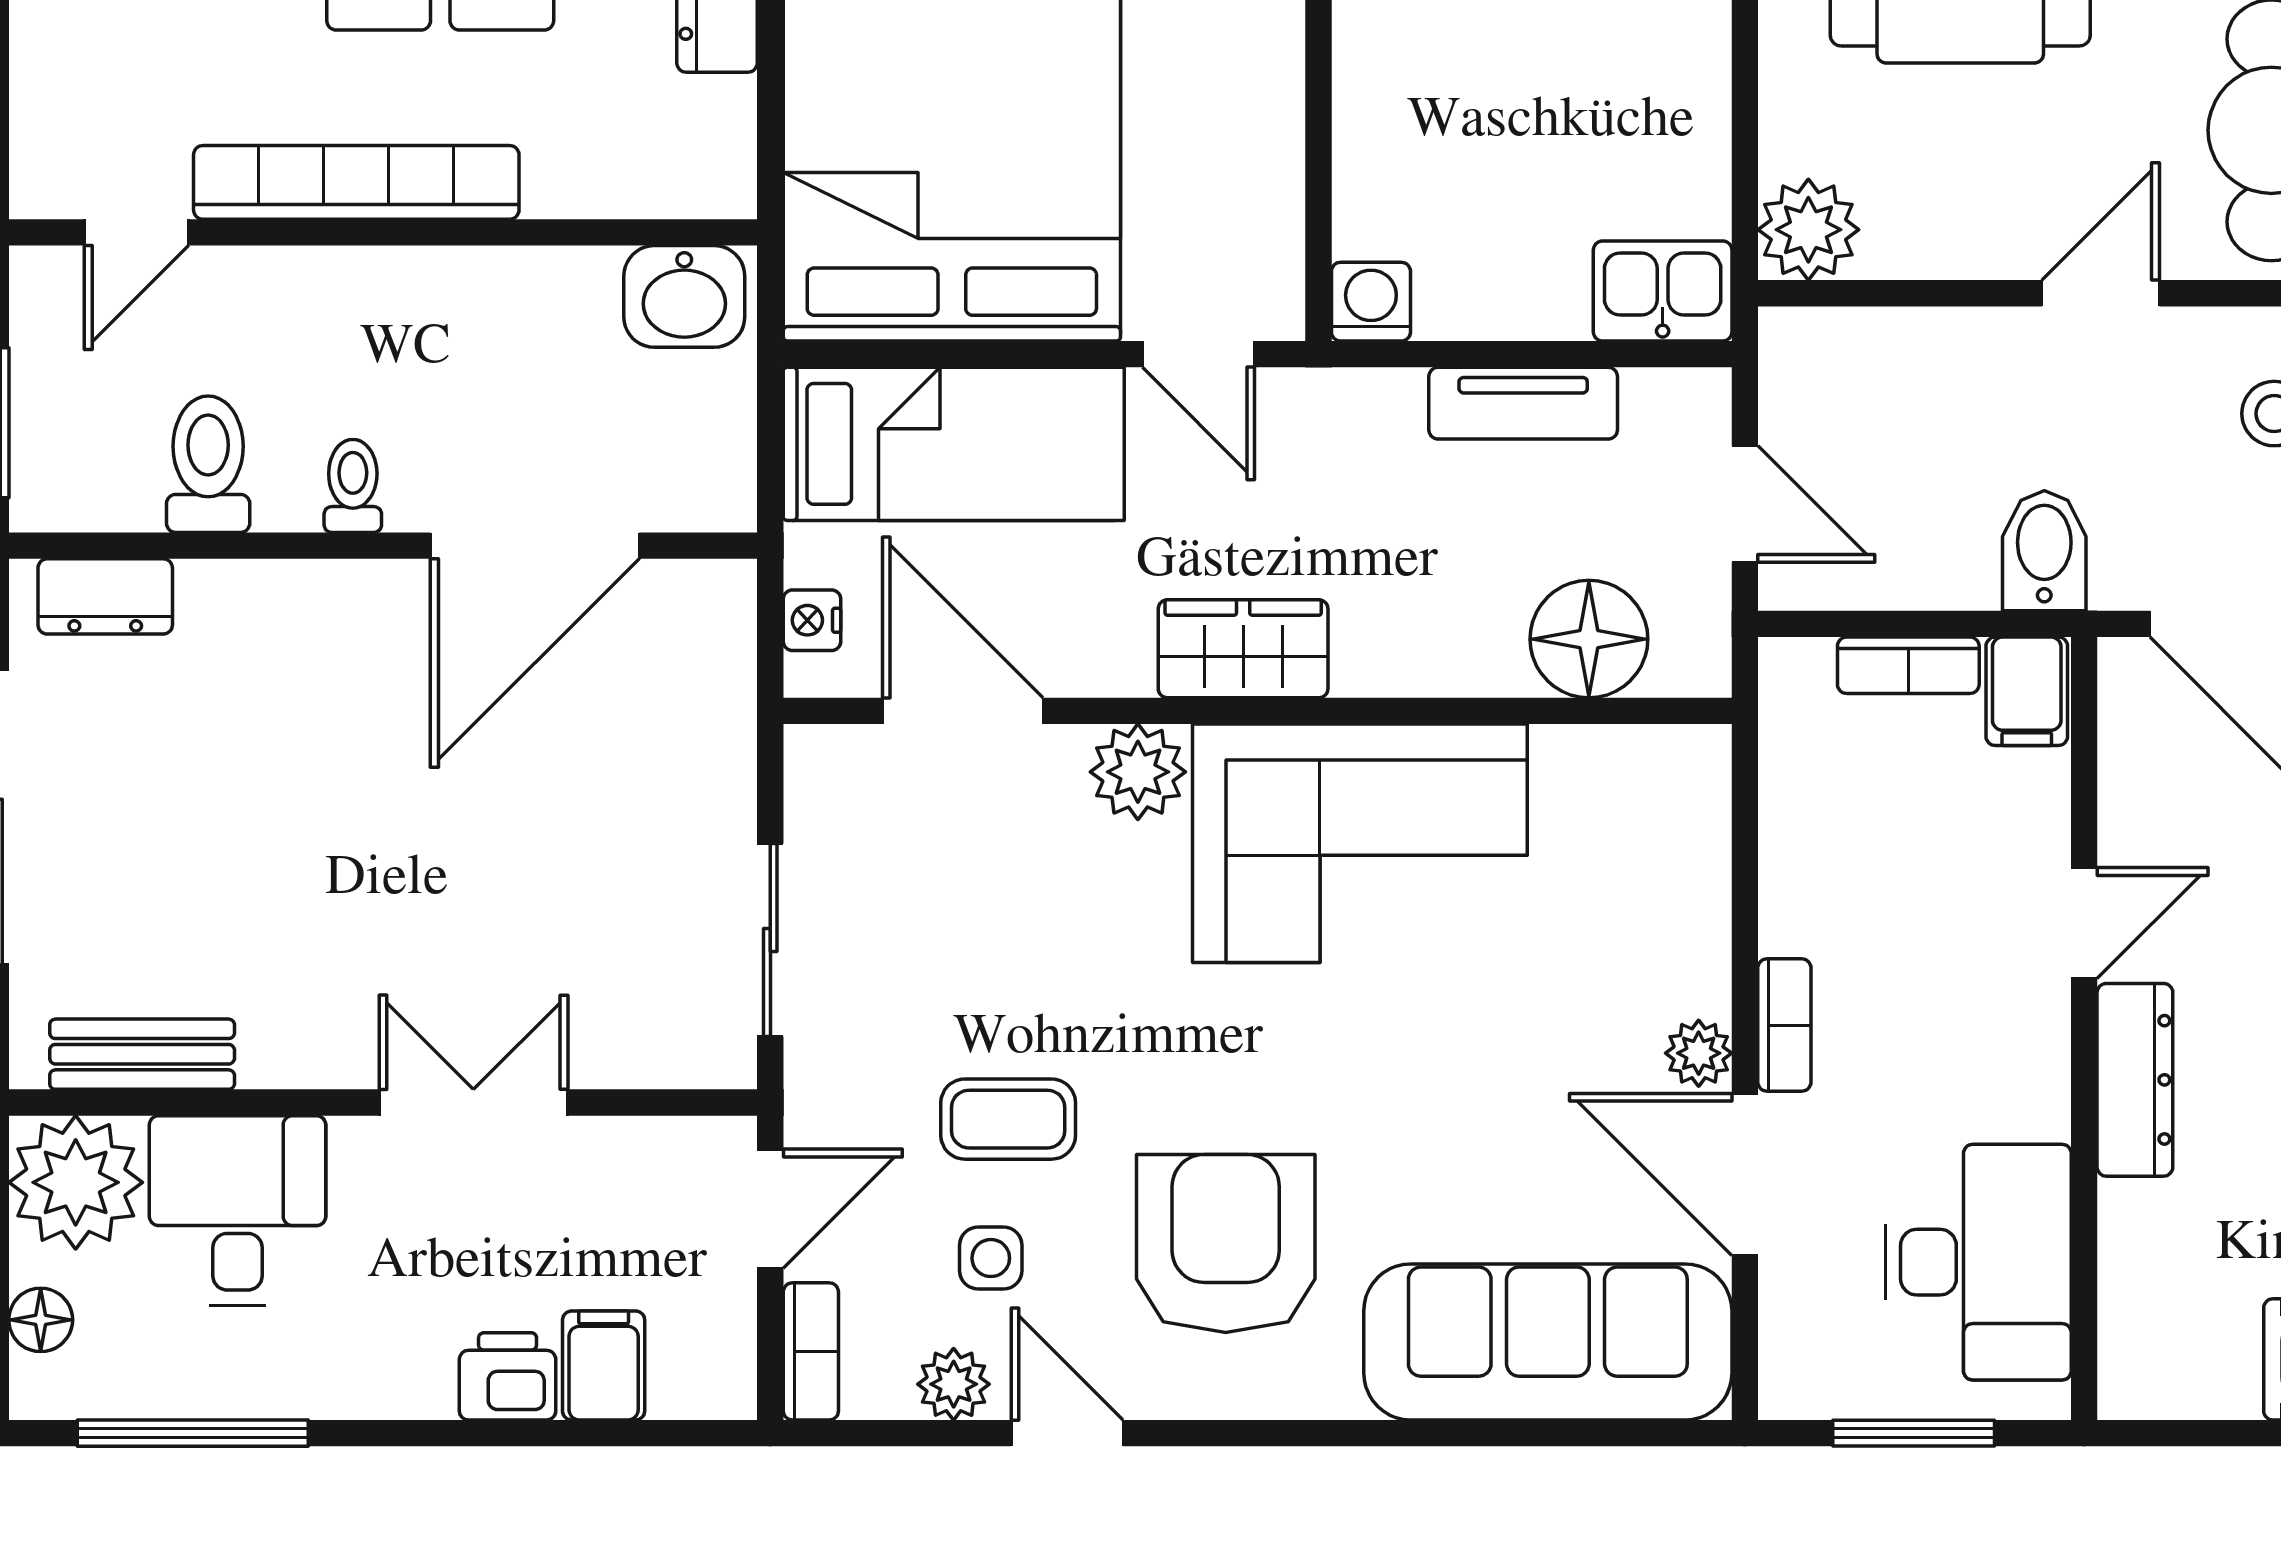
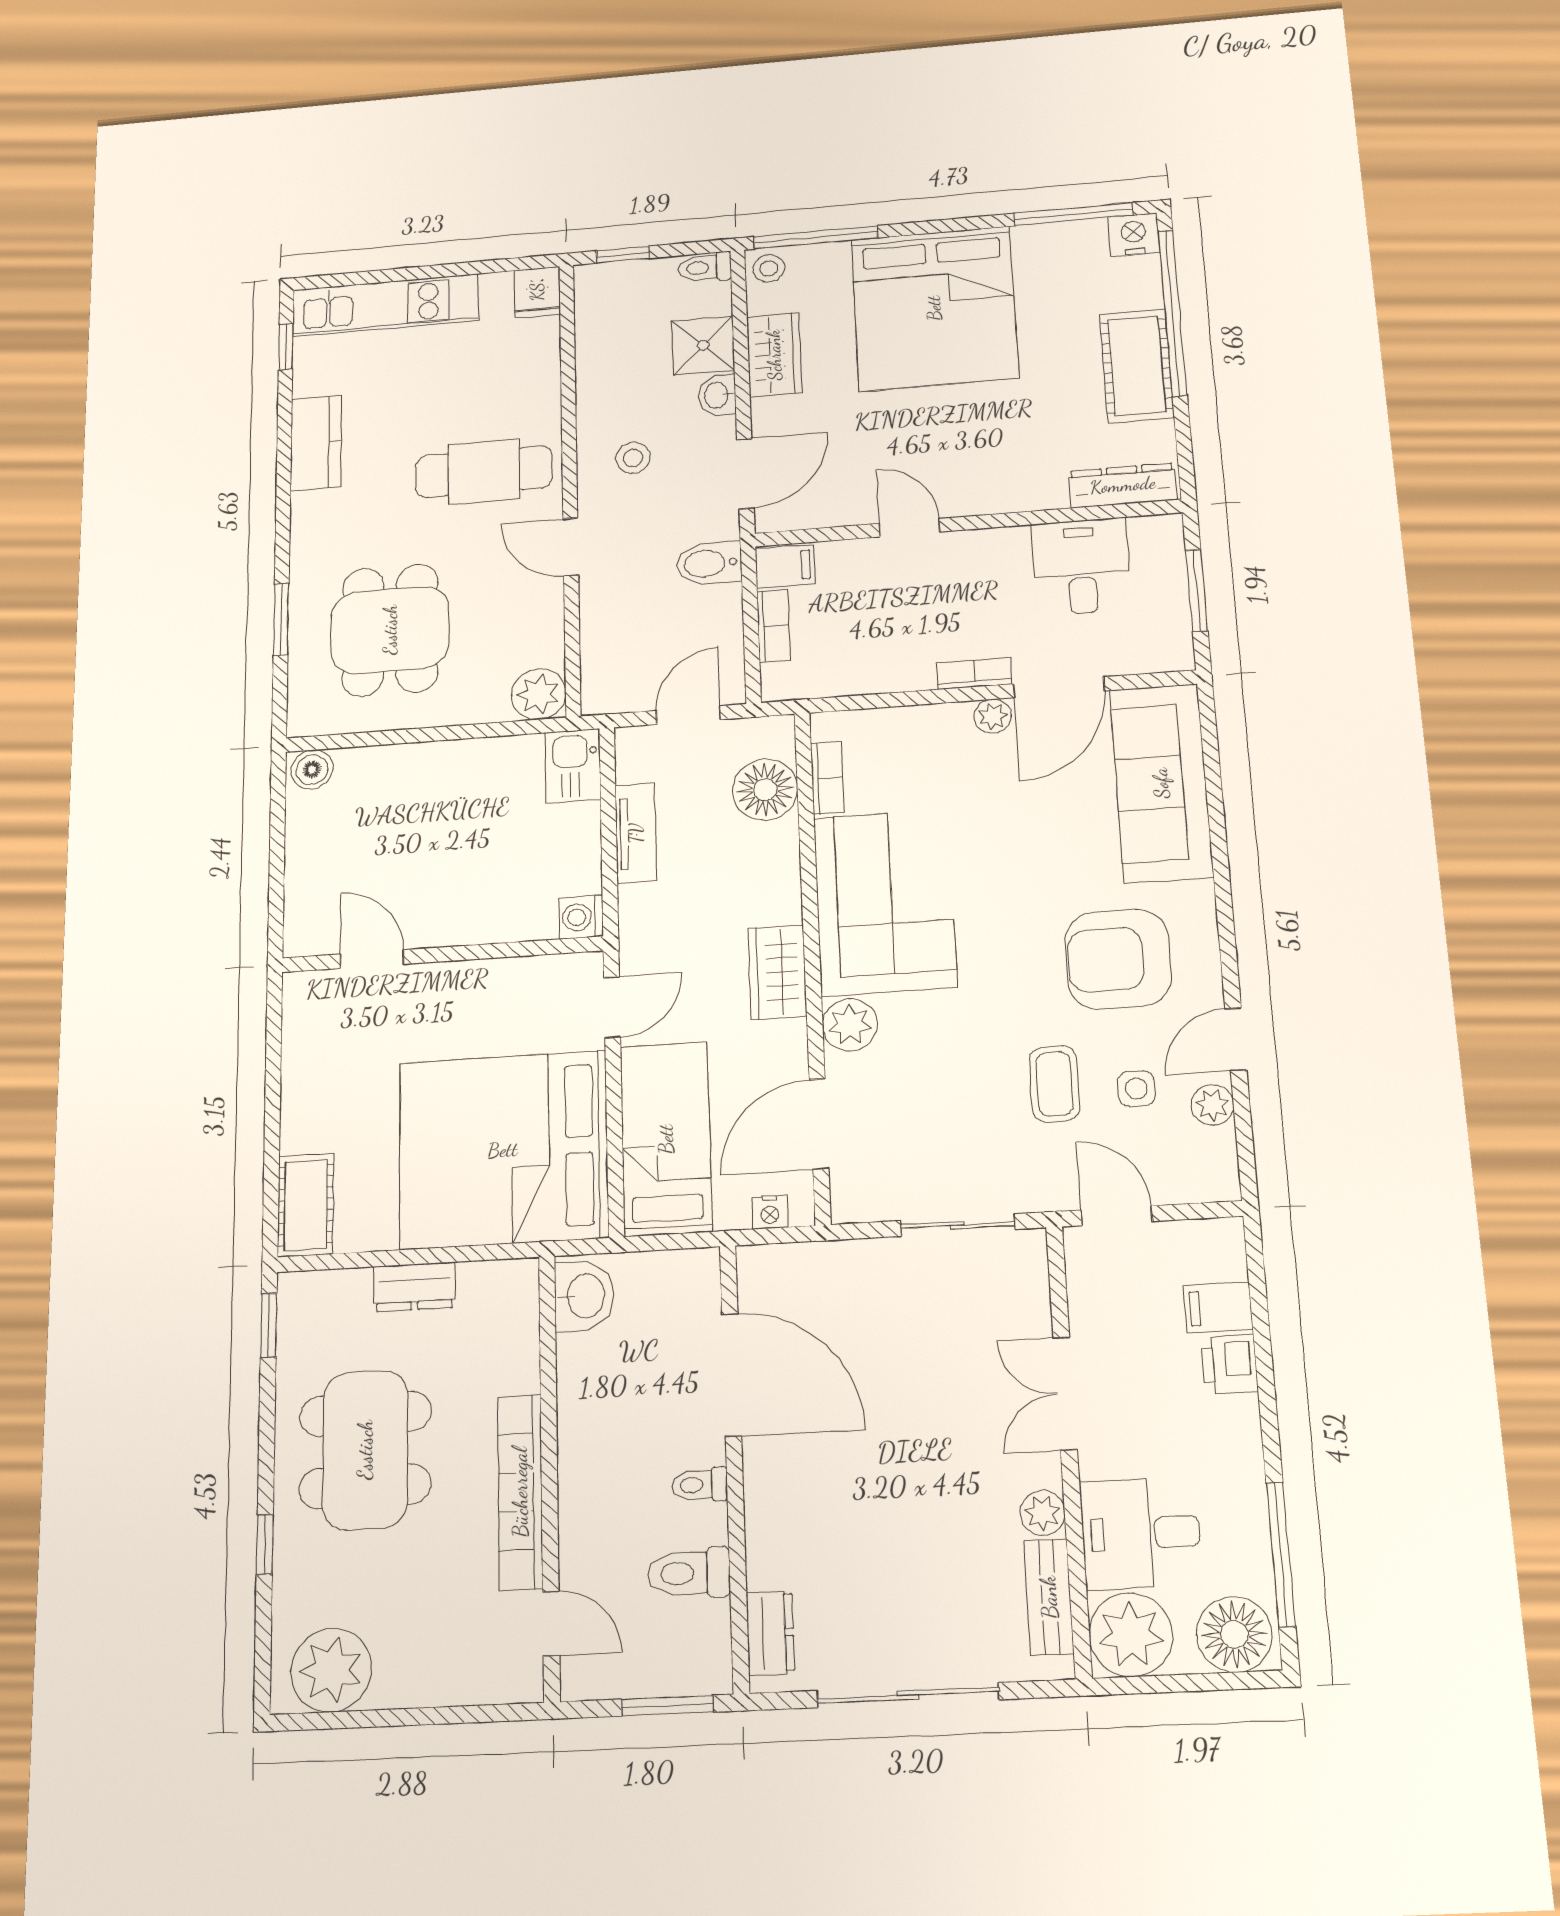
plant: (278, 1053) -> (1043, 1513), added
dresser: (2135, 1080) -> (1123, 485), moved
desk: (1978, 1262) -> (1081, 567), width x0.73
floor lamp: (41, 1320) -> (1234, 1634), width x1.89, depth x1.89
bookcase: (811, 1351) -> (827, 778), moved, turned 90

